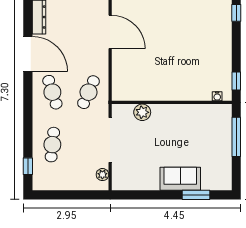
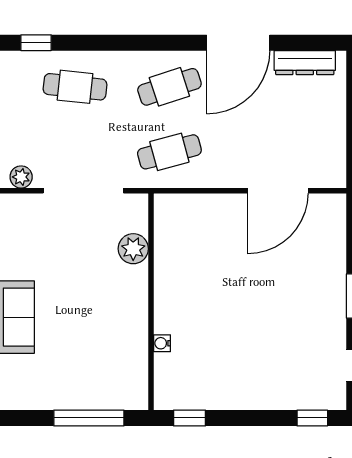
cafe table: (88, 92) -> (169, 152), turned -39
water cooler: (217, 96) -> (162, 343), moved

